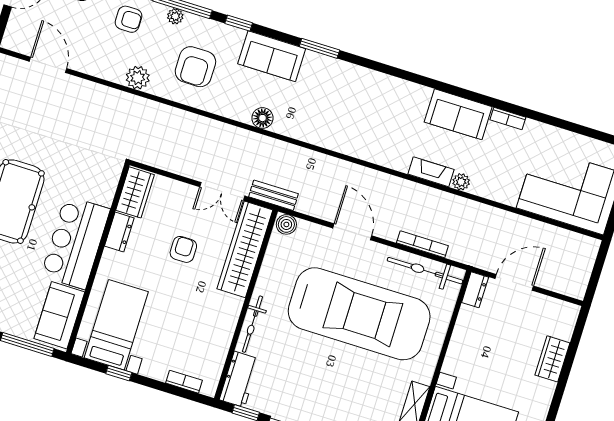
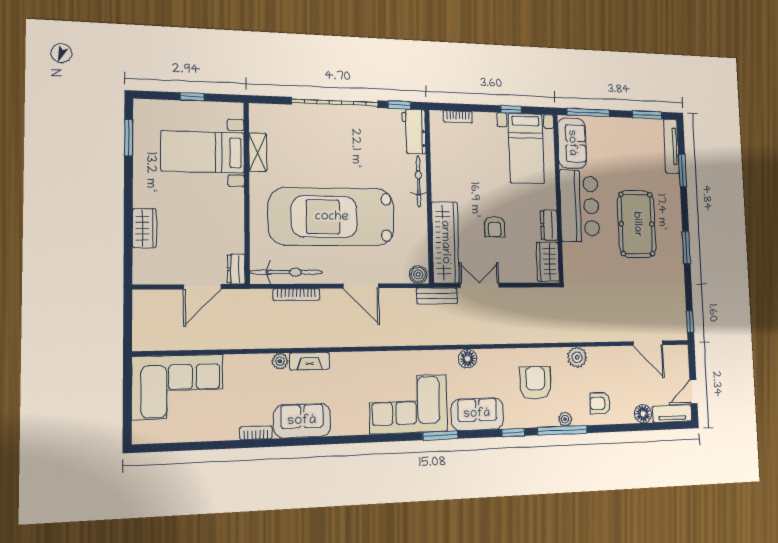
corner sofa: (343, 92) -> (408, 404), added

